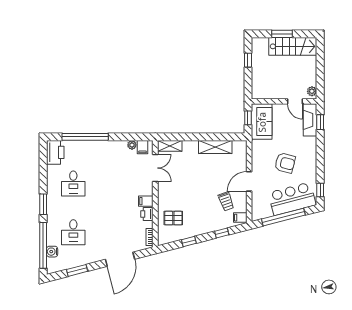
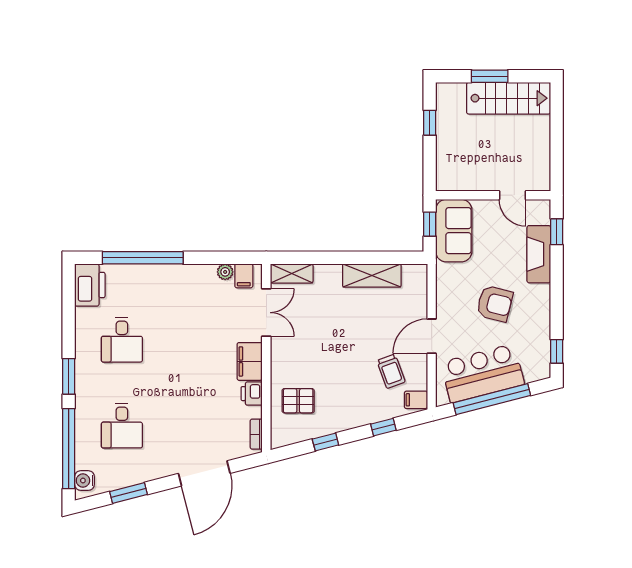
plant: (312, 91) -> (542, 177), removed
fireplace: (310, 120) -> (539, 254), moved
bar counter: (292, 199) -> (482, 373), moved
filing cabinet: (146, 201) -> (250, 361), width x2.00
water cooler: (52, 252) -> (84, 481), moved

